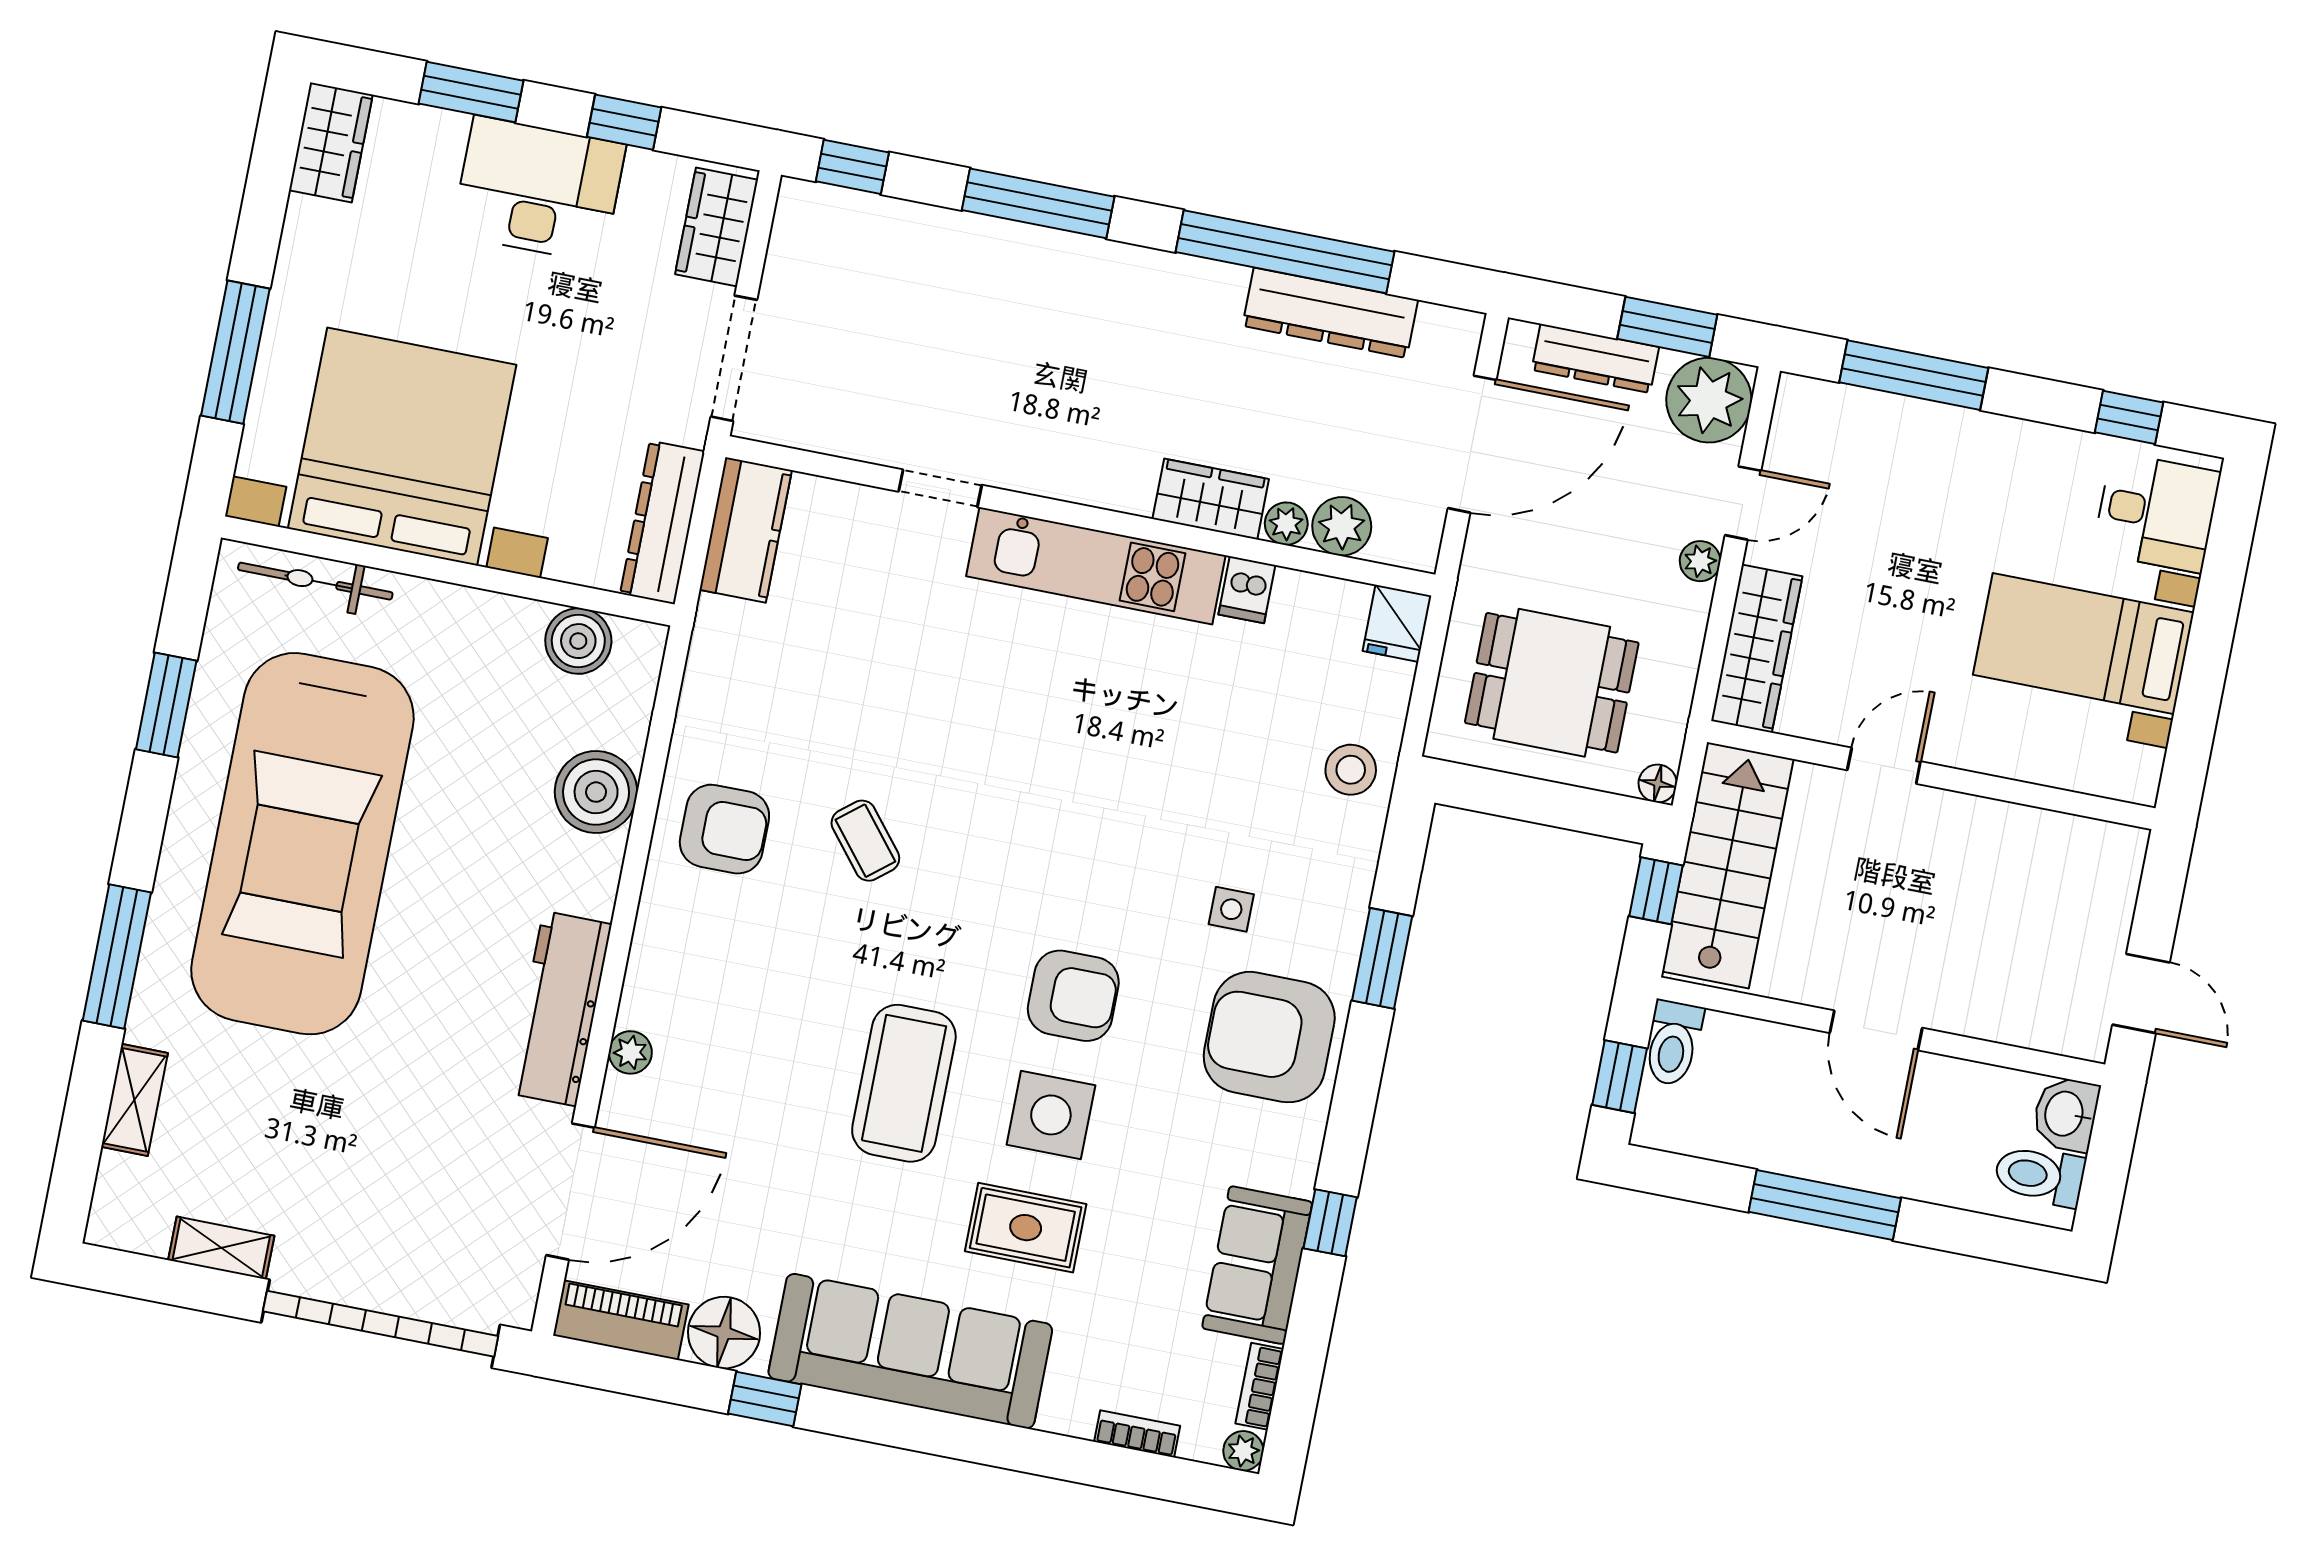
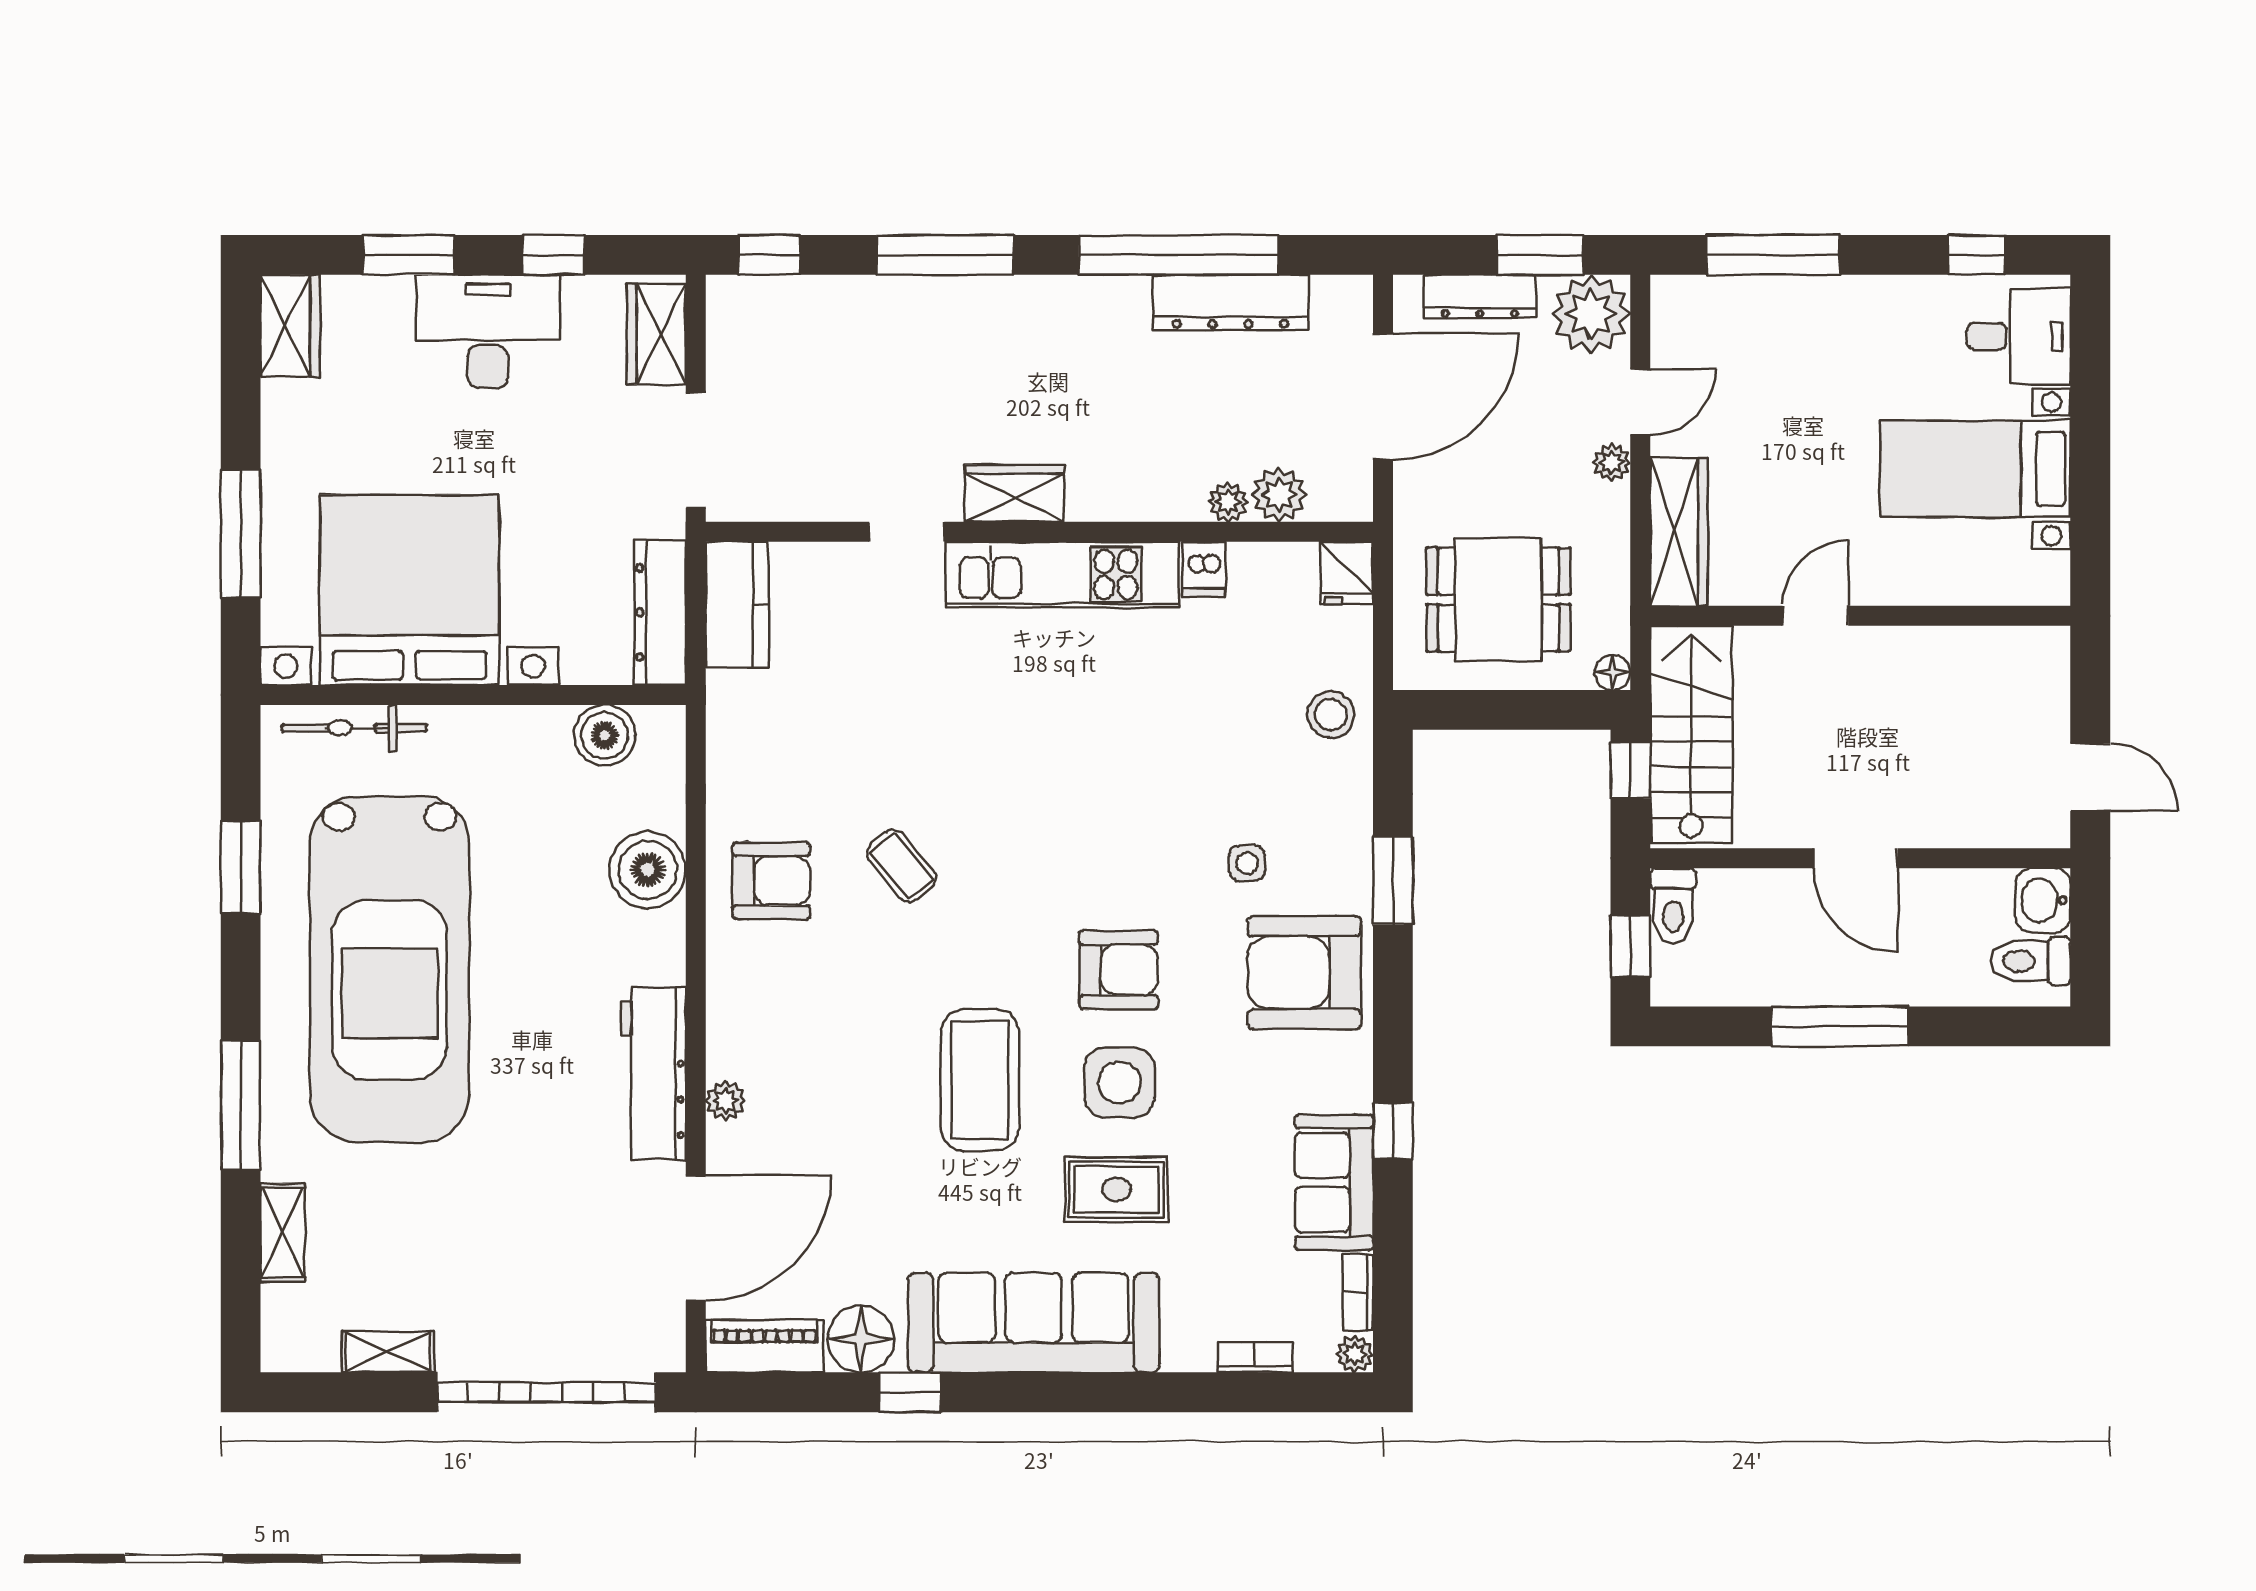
wardrobe: (1211, 499) -> (1015, 493), moved

